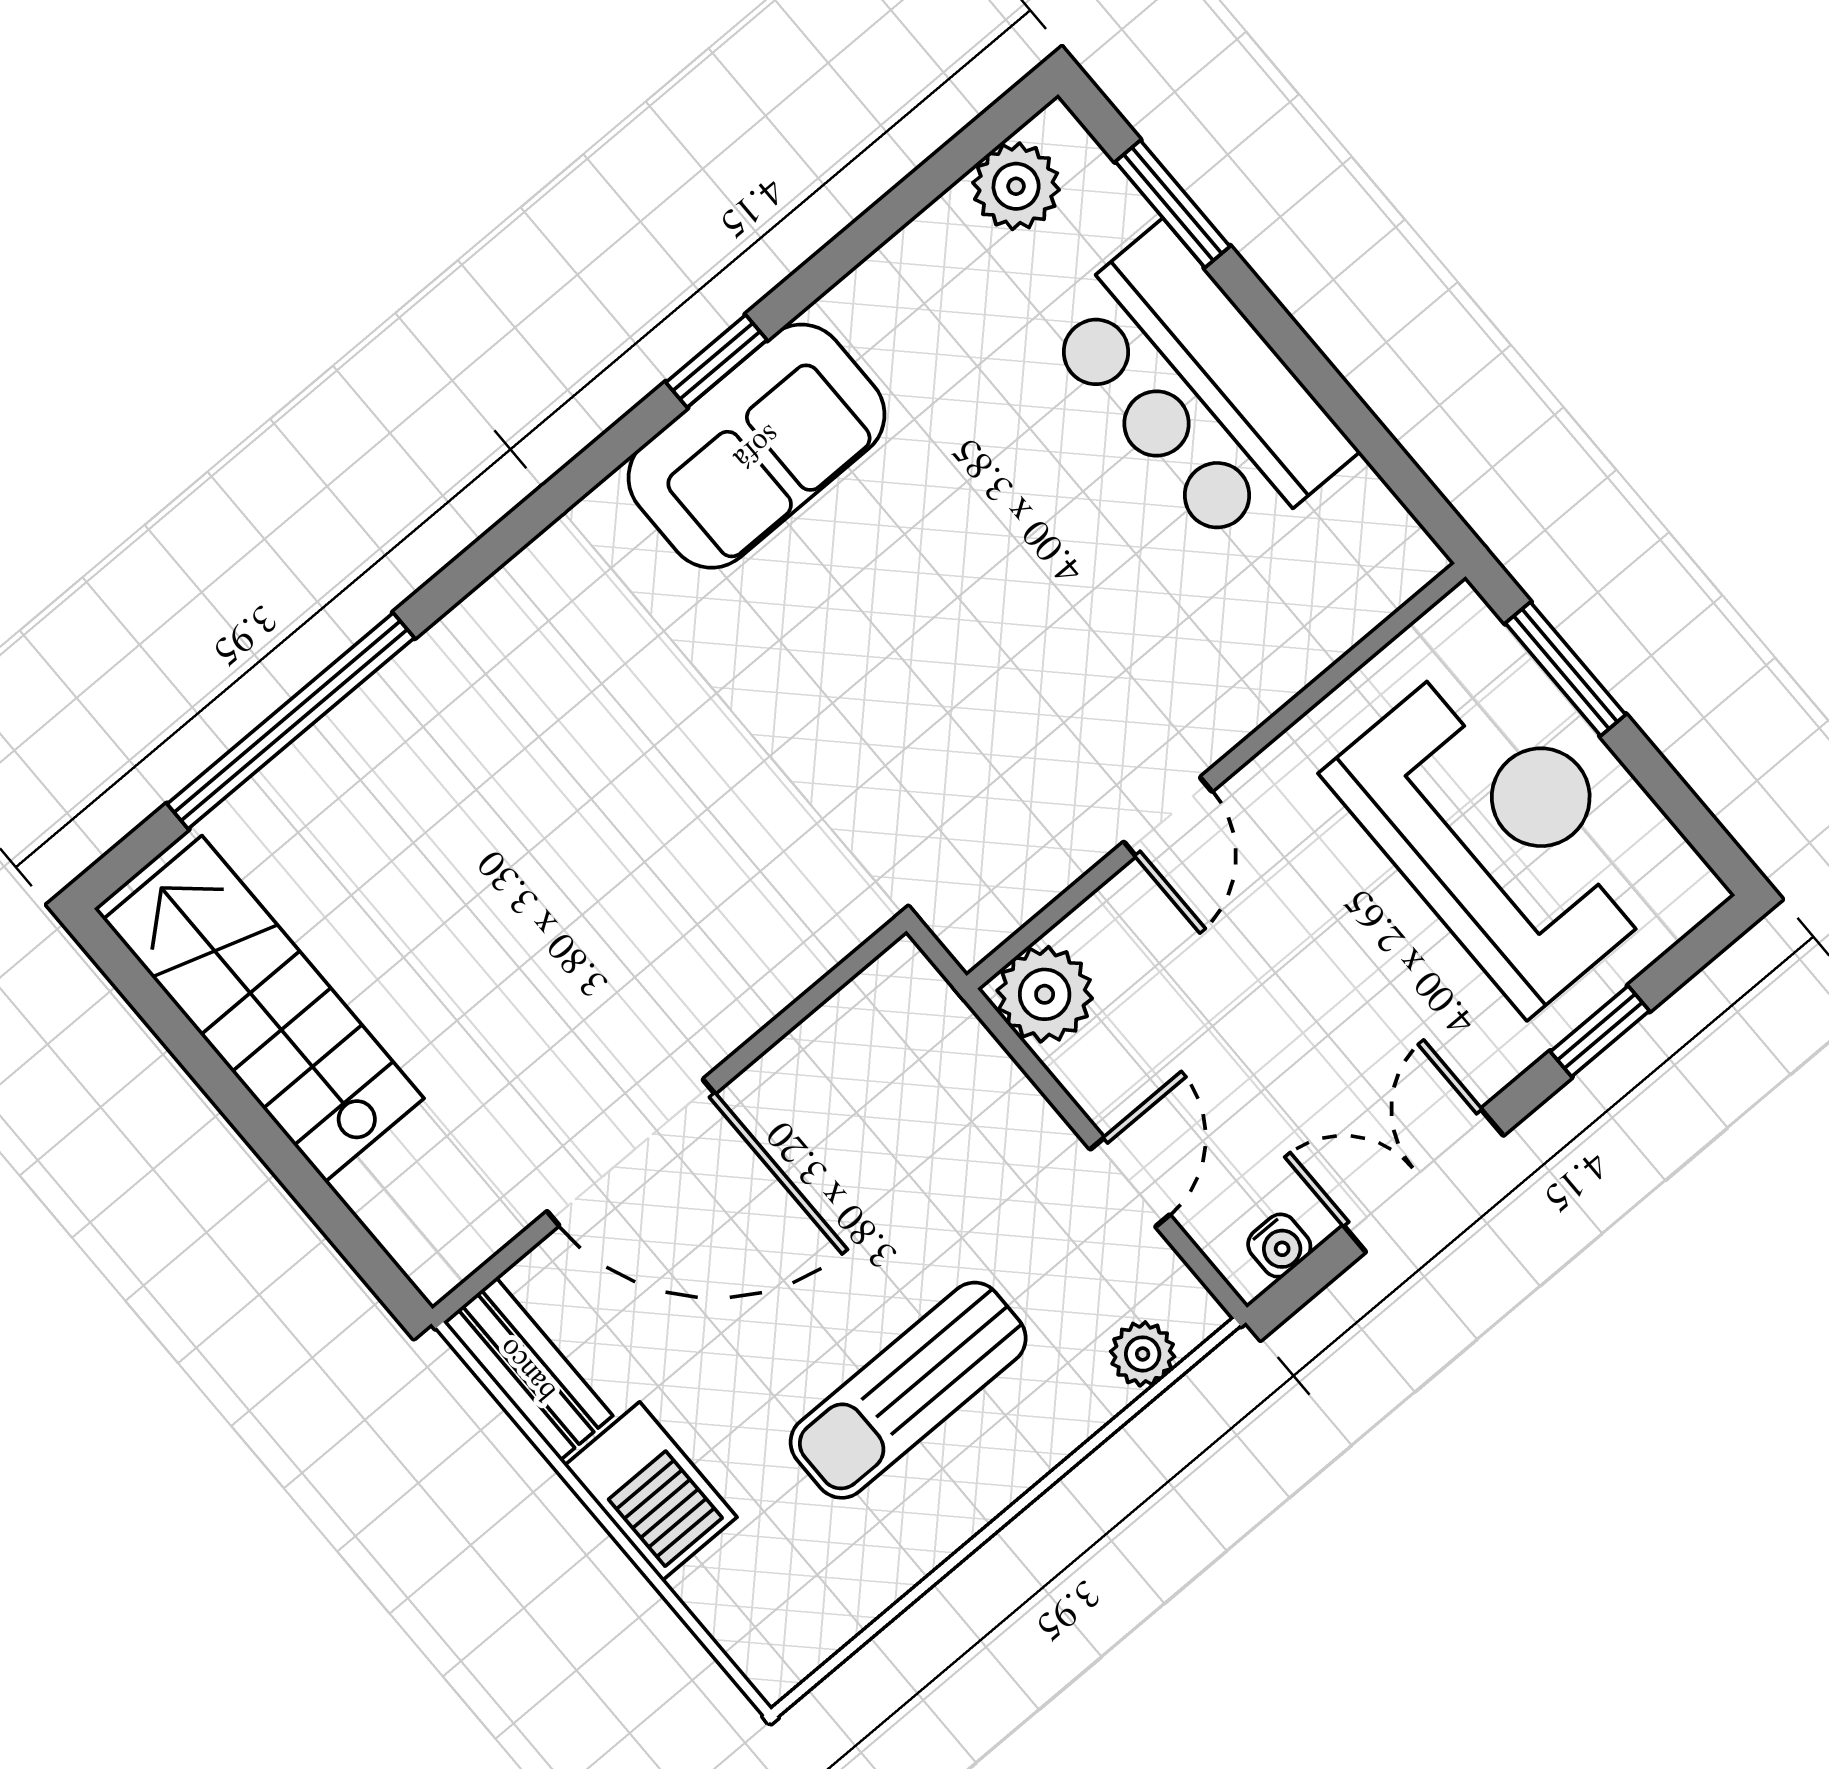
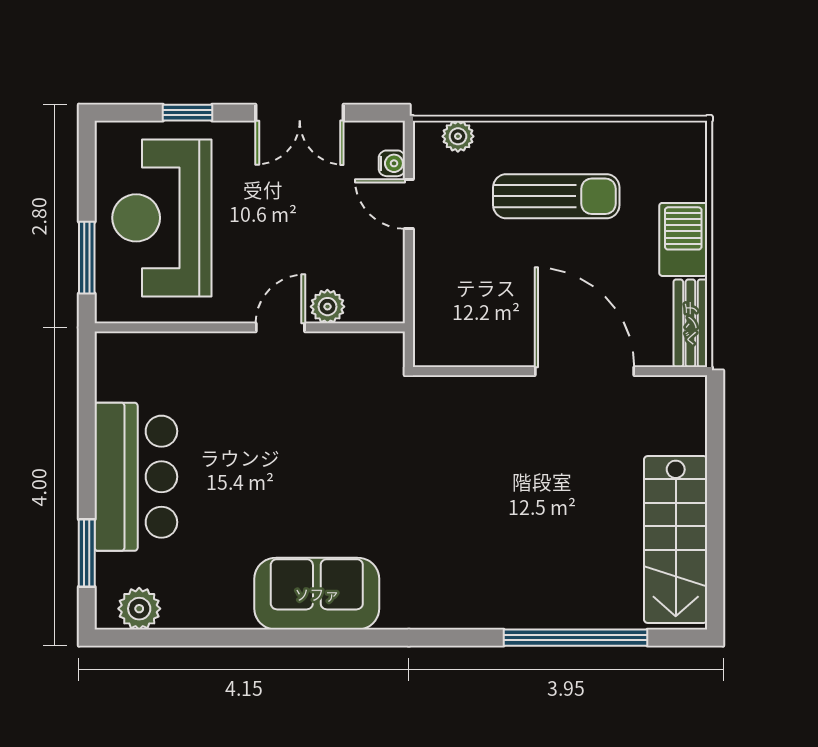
window: (716, 361) -> (305, 638), removed
plant: (1045, 994) -> (327, 307), moved, width x0.73, depth x0.73
door: (1130, 1182) -> (409, 204), hinge flipped
water cooler: (1279, 1246) -> (392, 163), moved, turned 90

